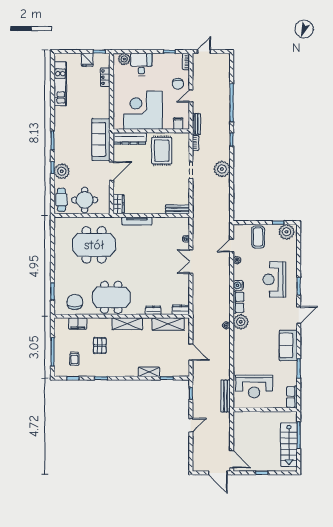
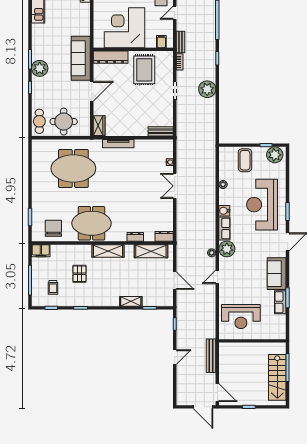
plant: (62, 171) -> (40, 68), moved
door: (232, 246) -> (217, 277), moved
reception desk: (274, 279) -> (262, 205), width x1.36, depth x1.30
filing cabinet: (78, 324) -> (41, 251), moved
bench: (226, 396) -> (211, 356), moved
row of seats: (292, 397) -> (280, 302), moved

